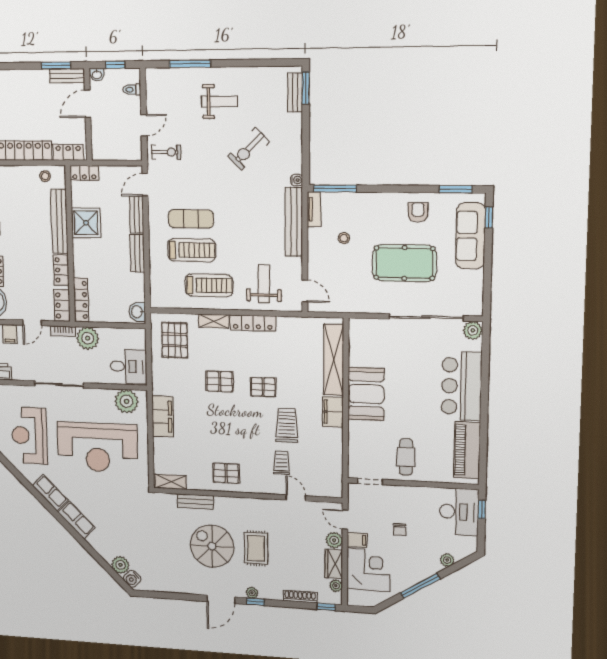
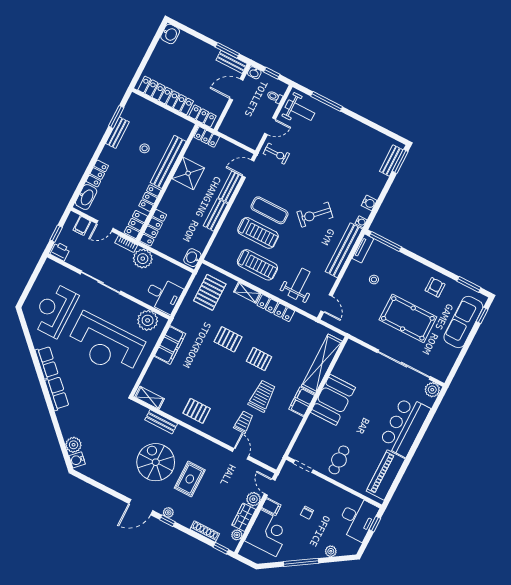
weight bench: (219, 101) -> (300, 110), moved
exercise bike: (249, 149) -> (315, 215), moved
water cooler: (295, 154) -> (369, 203), added
stool: (45, 176) -> (145, 148), moved

